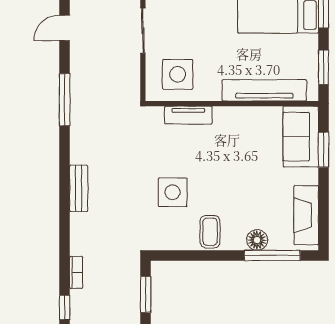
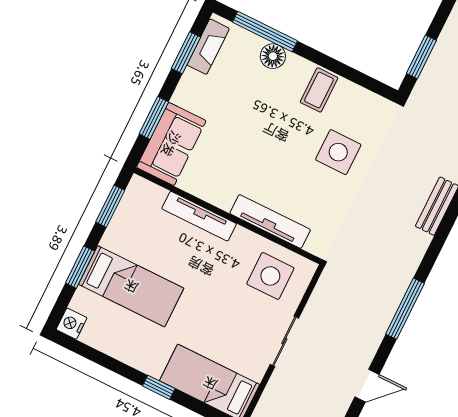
tv unit: (264, 90) -> (199, 216), width x0.73, depth x0.78
tv unit: (188, 115) -> (270, 221), width x1.41
window: (324, 210) -> (186, 53), added
fireplace: (306, 215) -> (208, 47), width x0.73, depth x0.76

